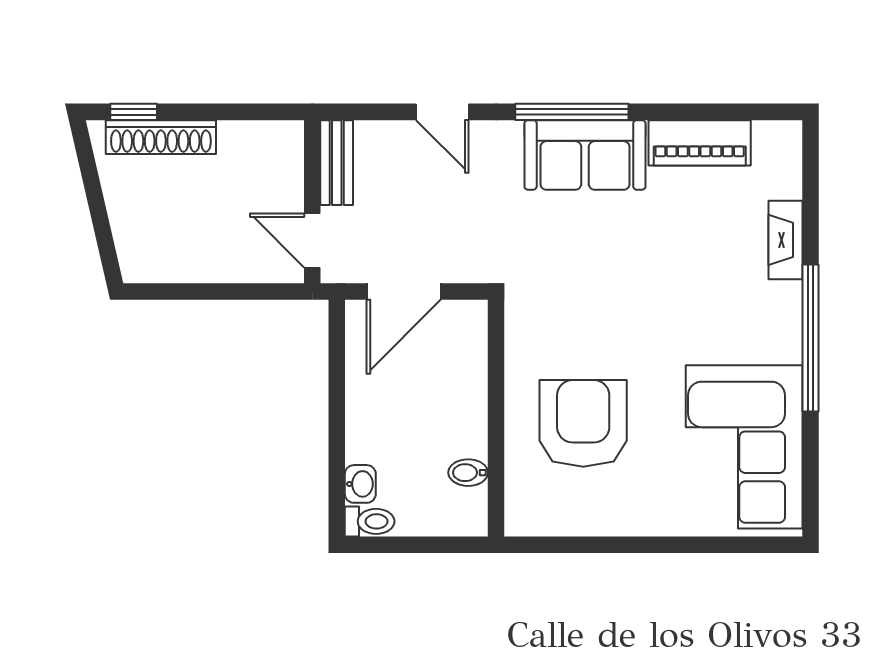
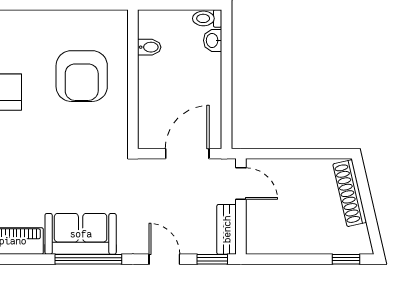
window: (361, 112) -> (212, 259), added
shoe rack: (161, 137) -> (350, 193), moved, turned -103

